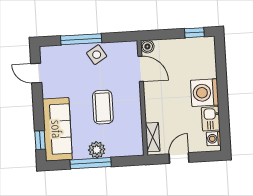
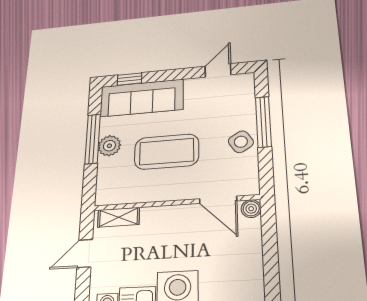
window: (194, 33) -> (272, 277), removed
door: (141, 69) -> (218, 200), hinge flipped
coffee table: (103, 107) -> (167, 152), width x1.36, depth x1.32
door: (179, 158) -> (85, 253), swing flipped

